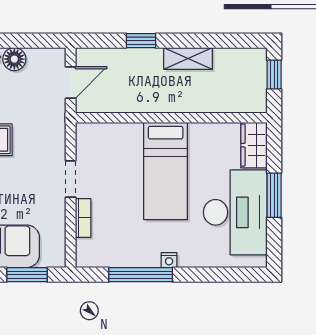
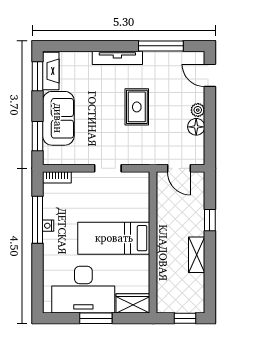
bookcase: (83, 218) -> (57, 177), moved
nightstand: (169, 260) -> (48, 226), moved

